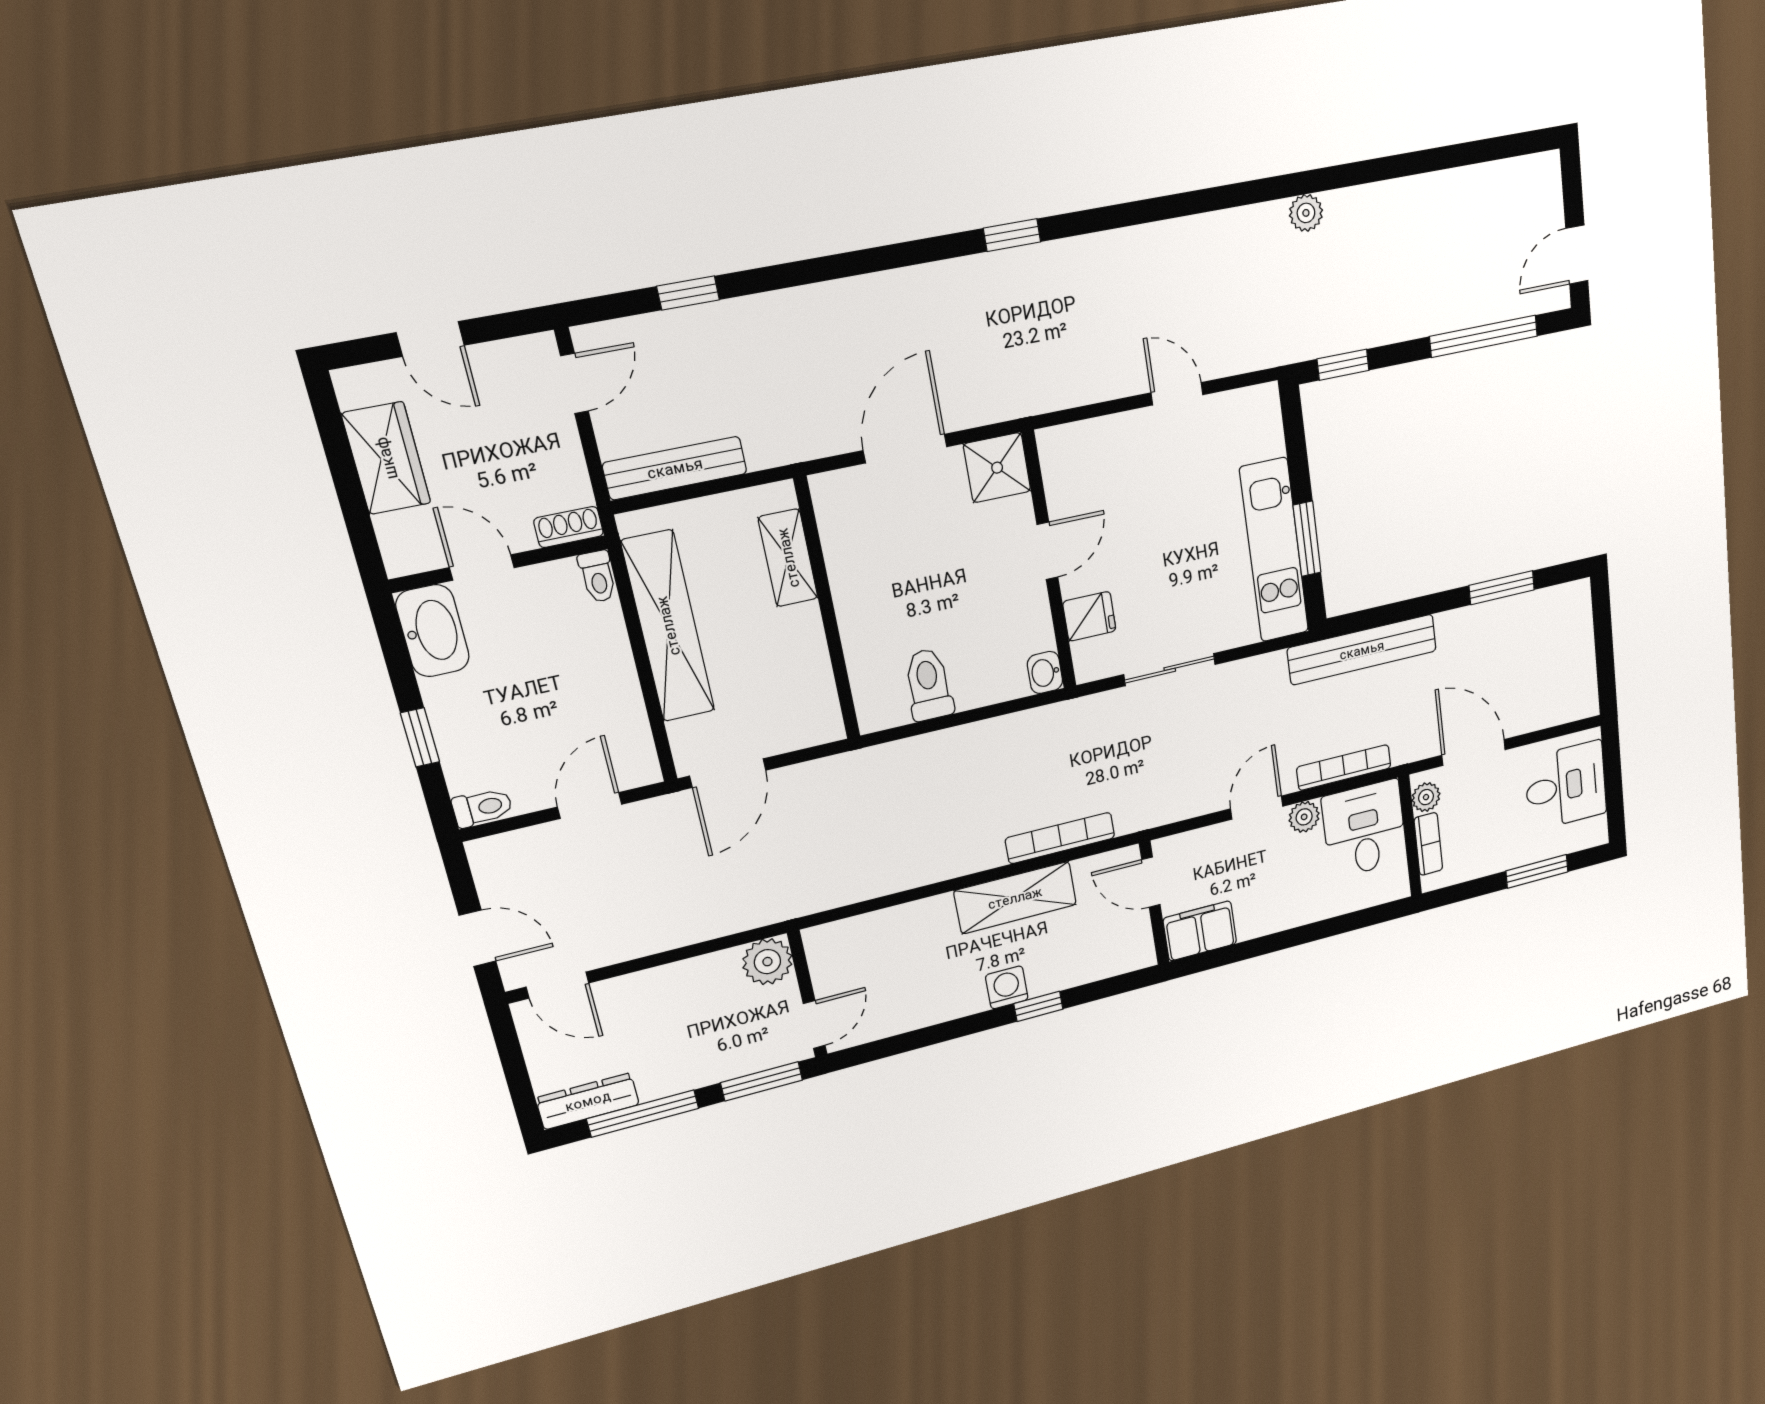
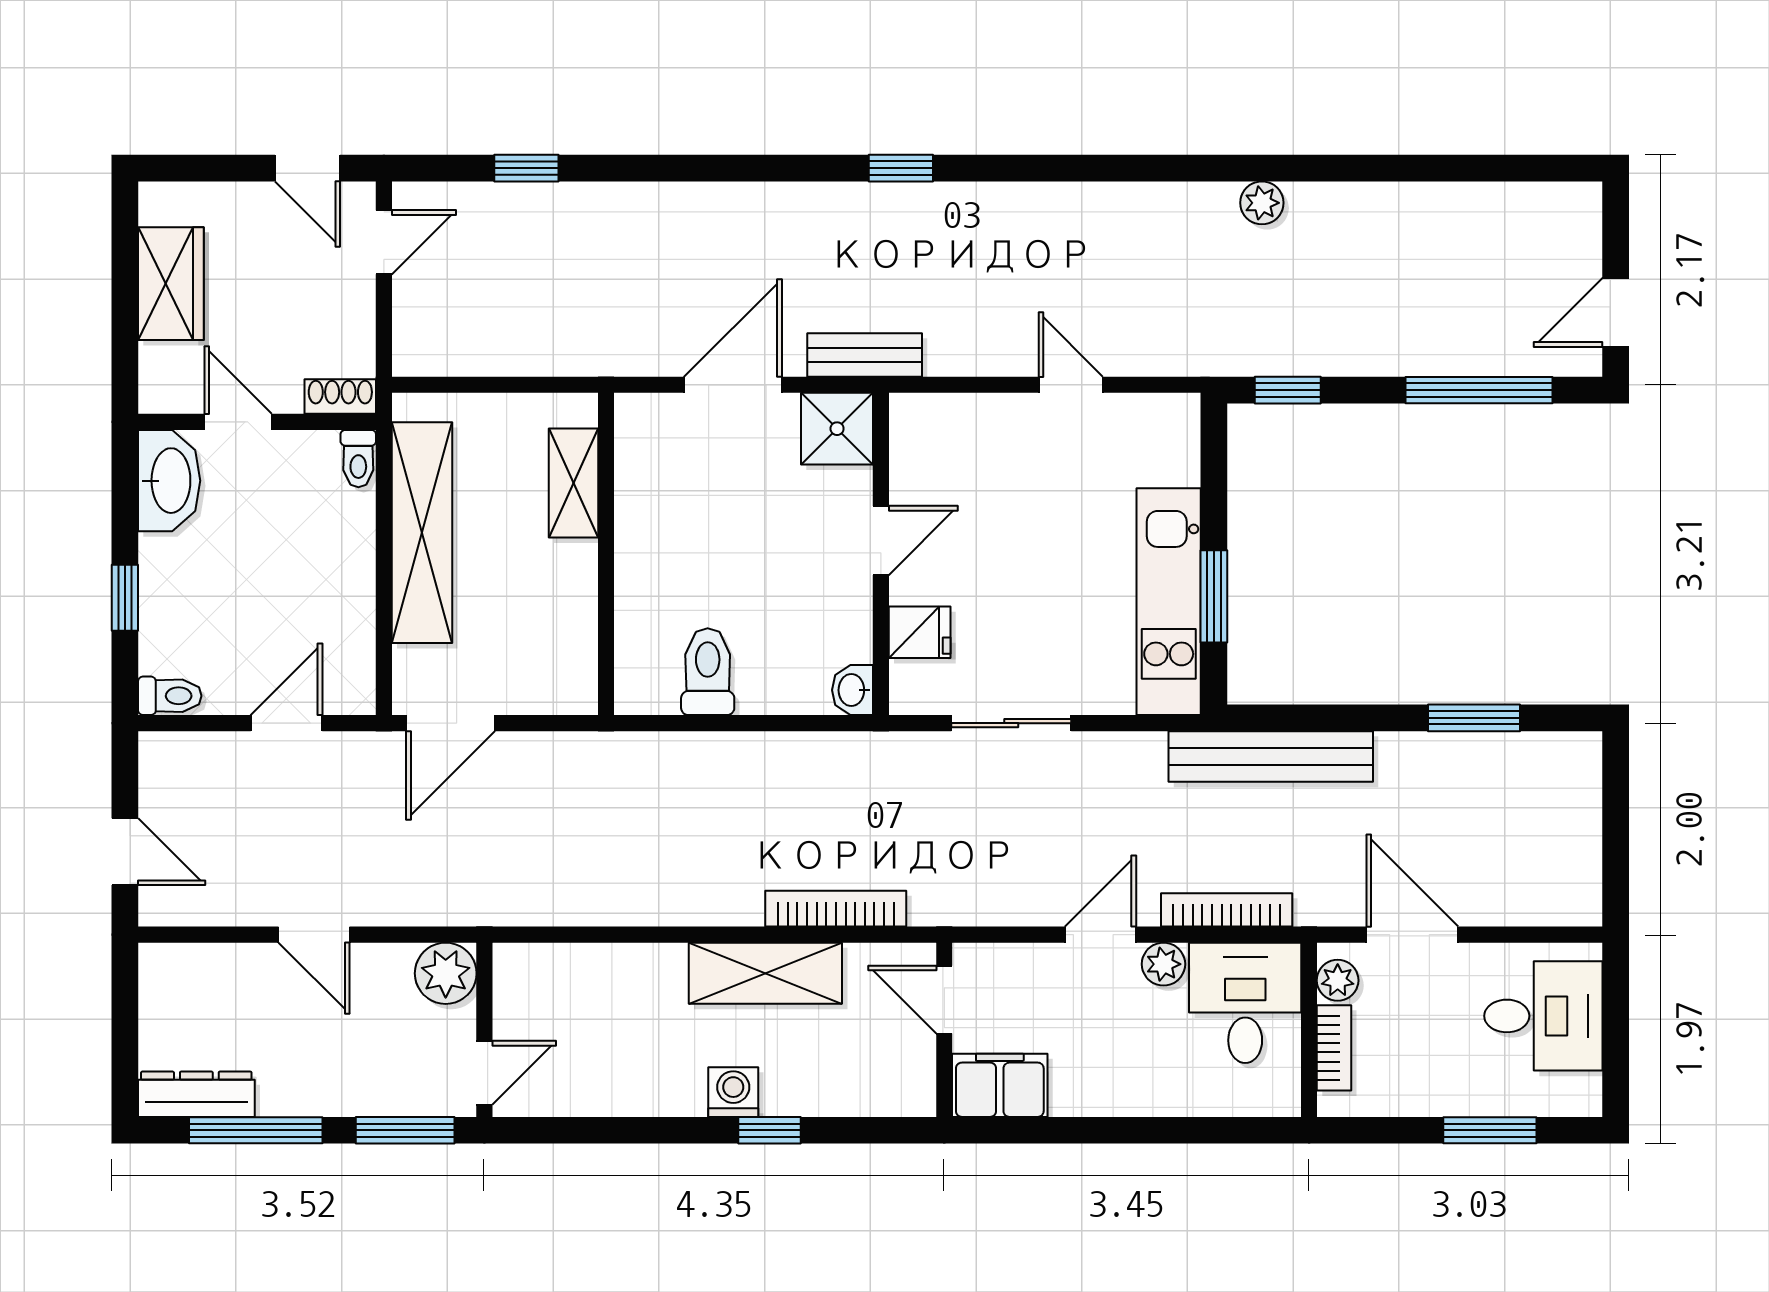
door: (430, 339) -> (308, 168), moved
bench: (675, 468) -> (865, 355), moved, width x0.73
door: (558, 985) -> (314, 935), moved

